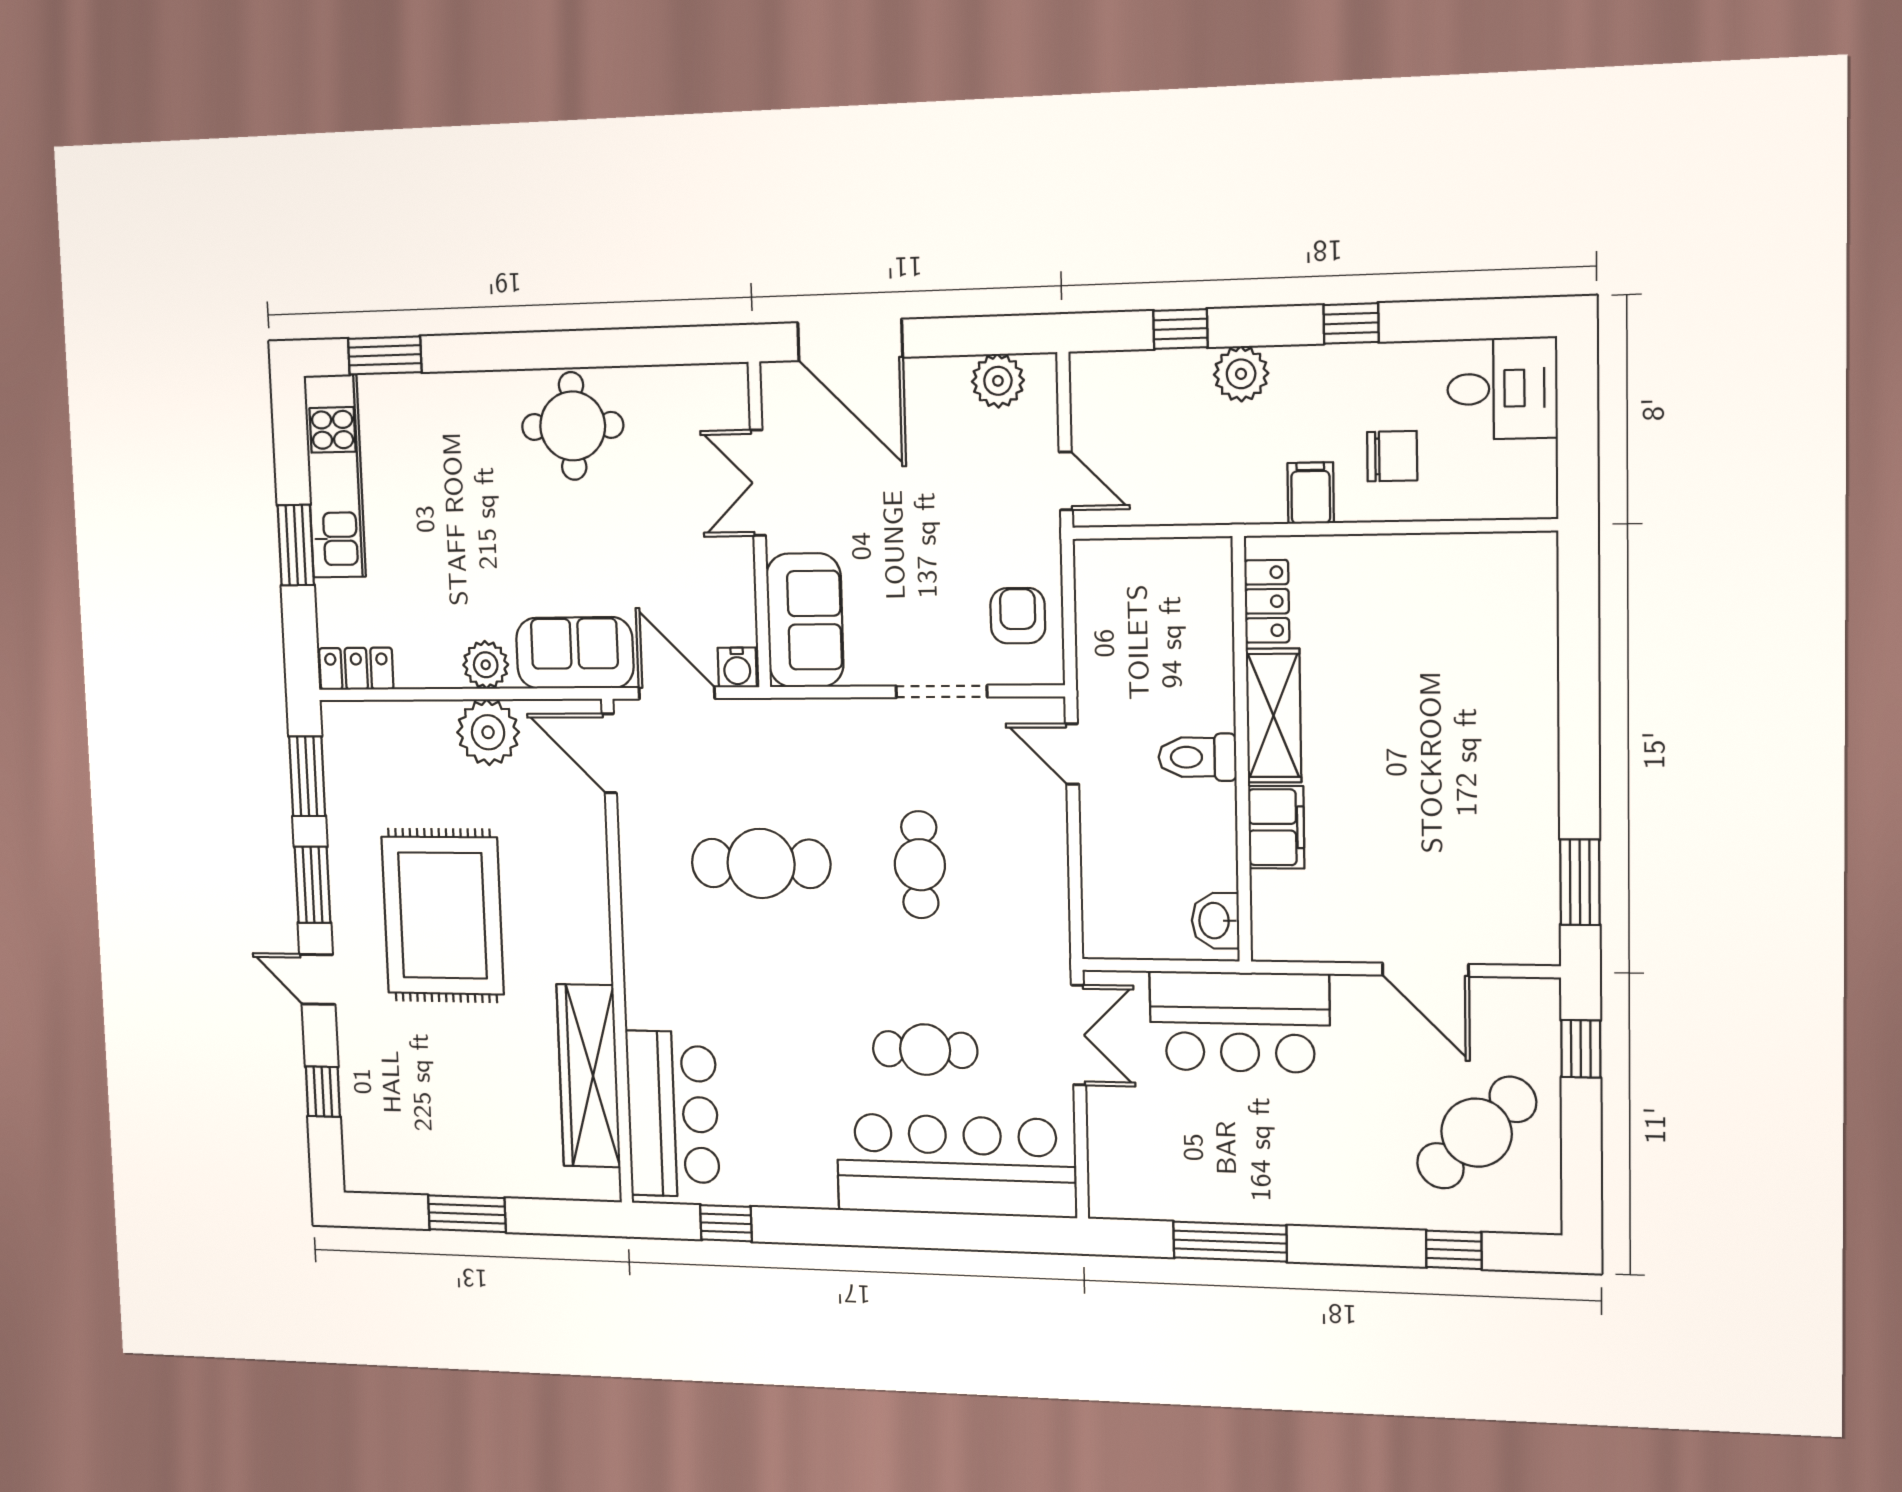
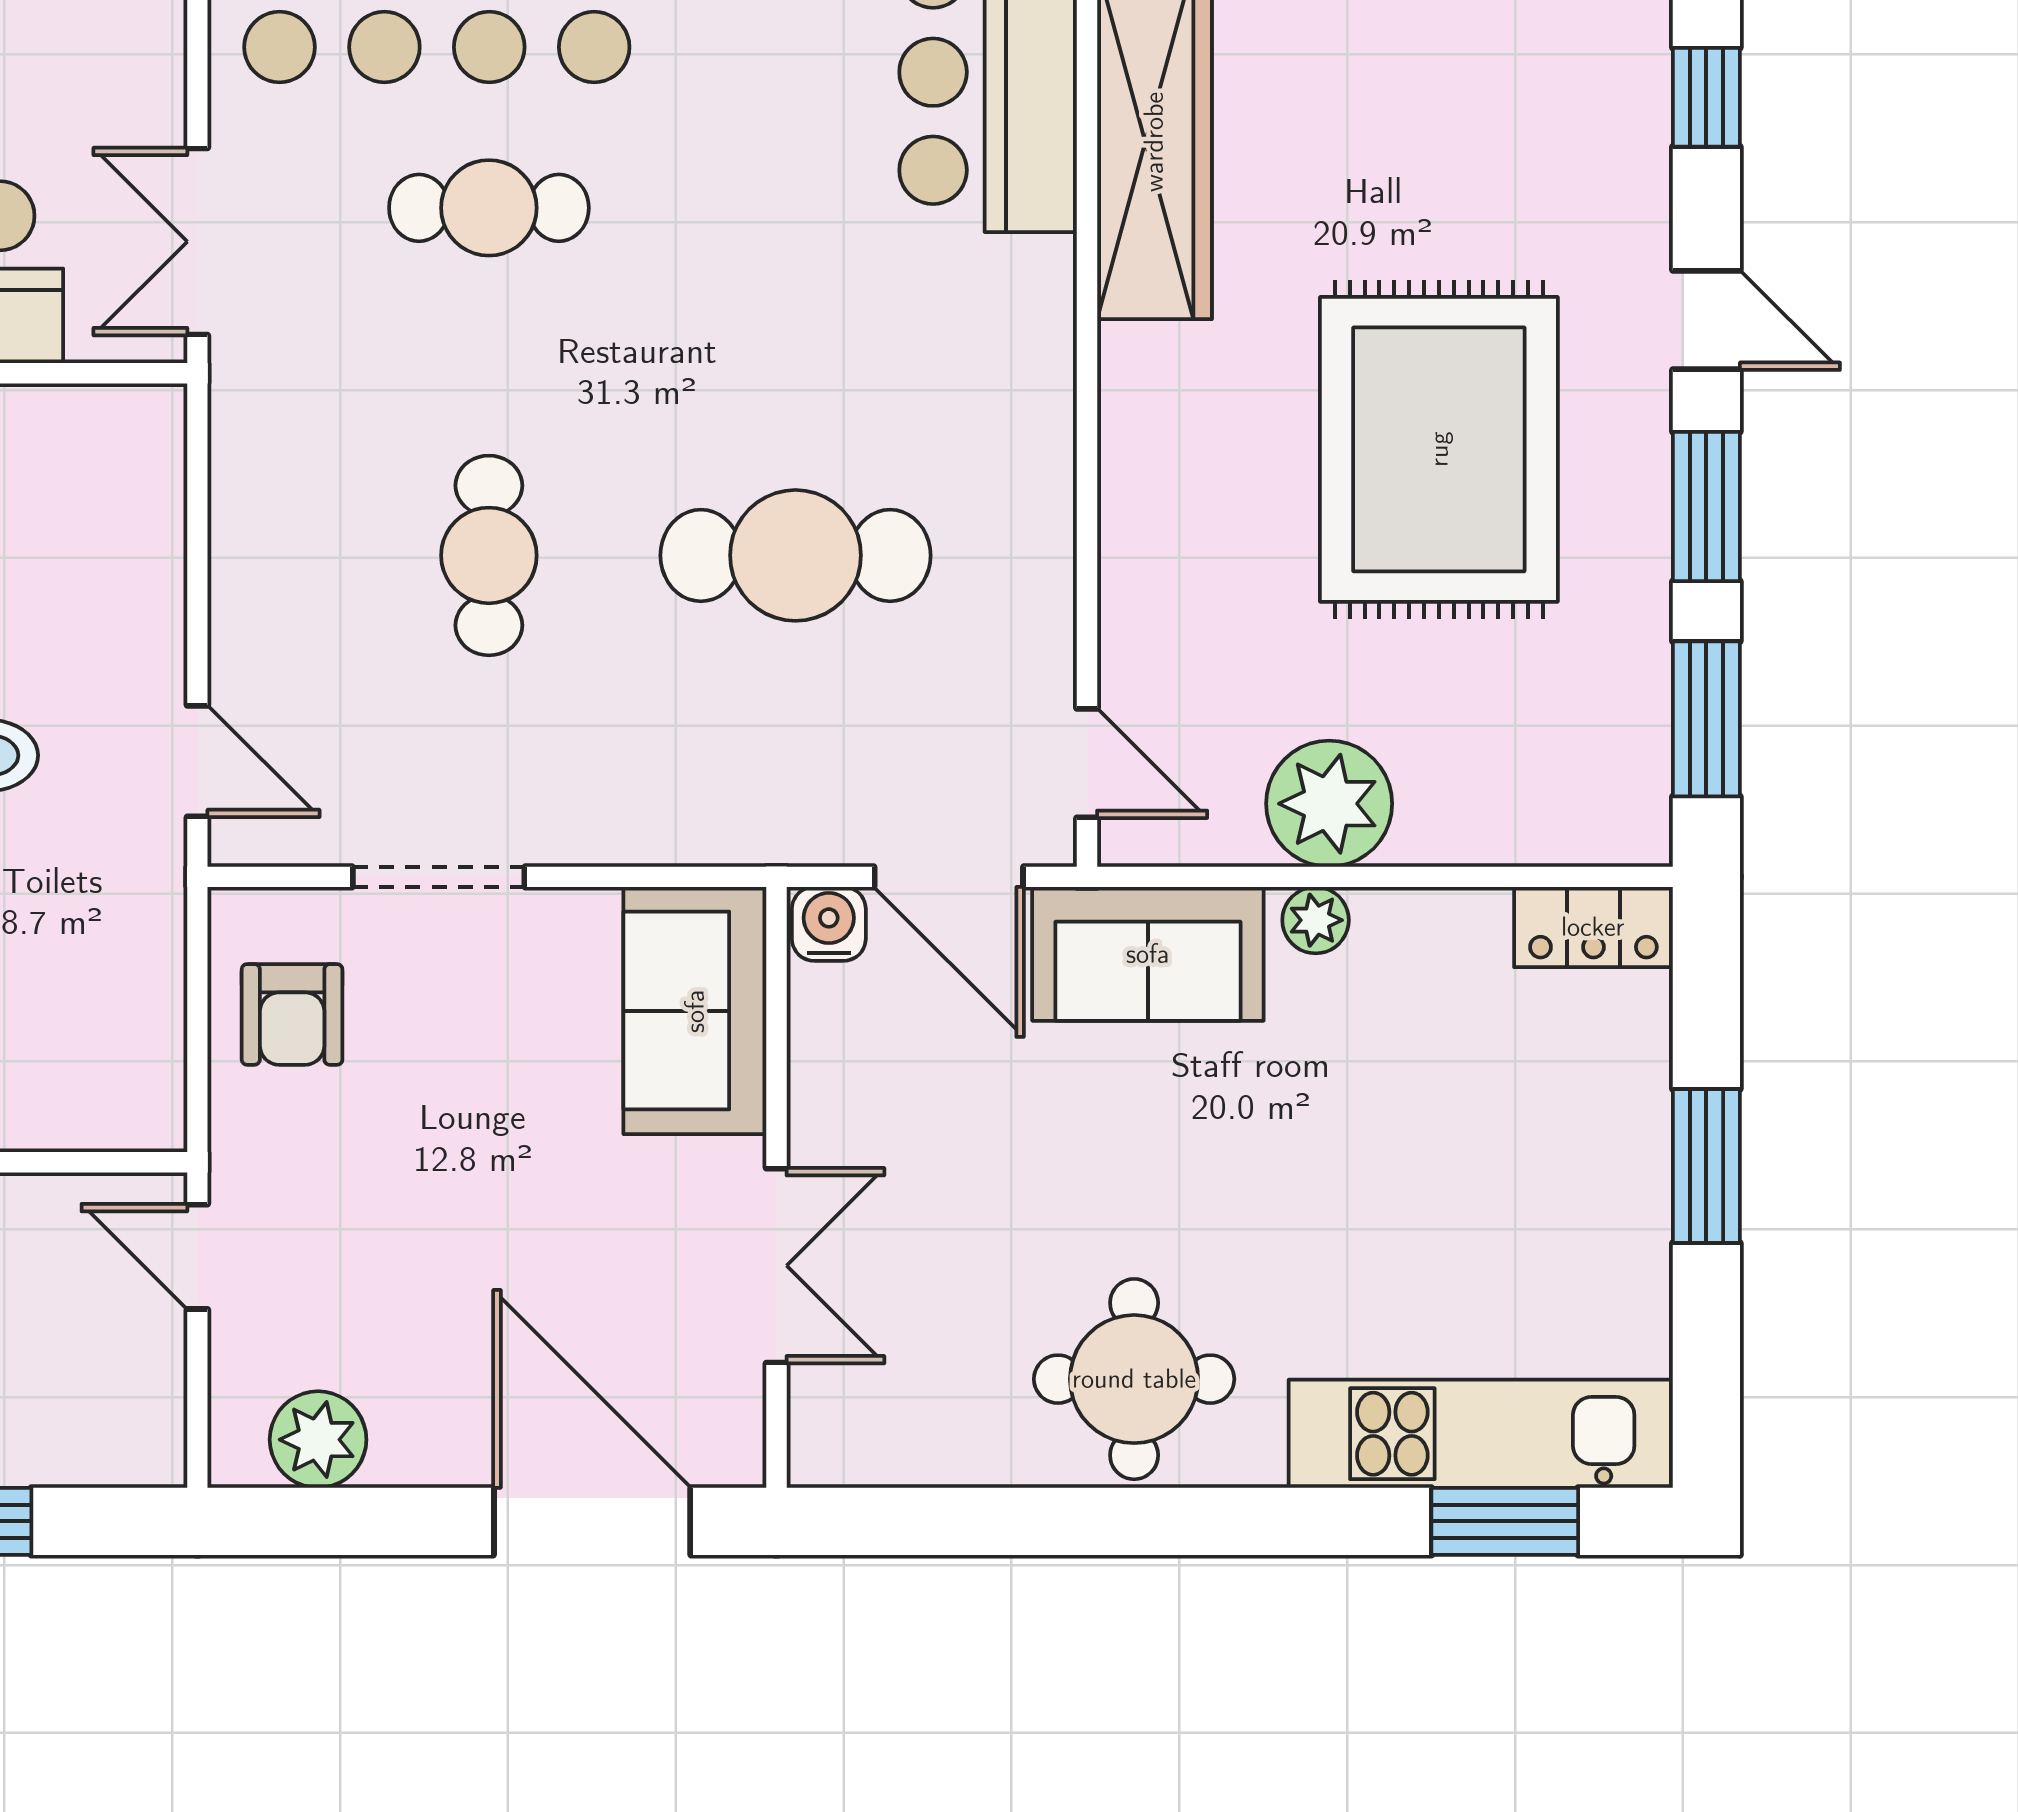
kitchen unit: (335, 476) -> (1481, 1434), moved, turned 90
plant: (486, 665) -> (1316, 920), width x0.73, depth x0.73
door: (609, 753) -> (1087, 763), width x0.73

